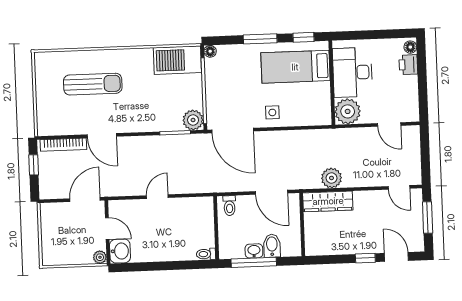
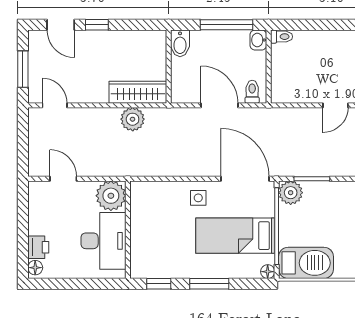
bed: (295, 67) -> (235, 236), moved, turned 180
door: (271, 192) -> (219, 105), moved
bidet: (272, 246) -> (180, 43), moved
washbasin: (254, 251) -> (258, 40), moved, turned 90

